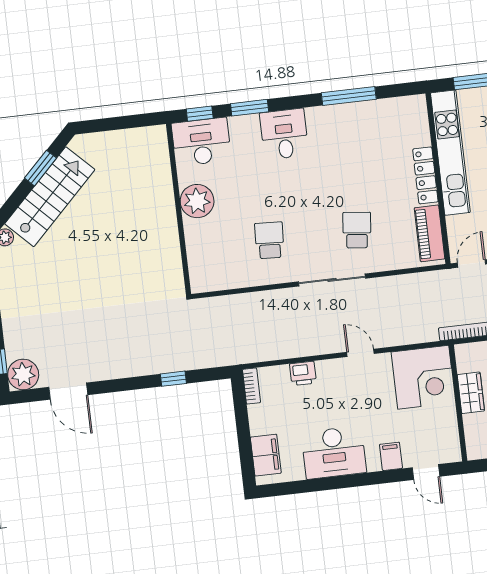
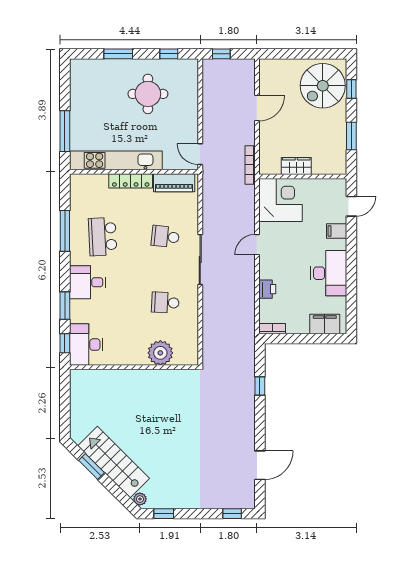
school desk: (347, 147) -> (103, 237), added
plant: (197, 201) -> (160, 353), moved
plant: (23, 374) -> (244, 497), removed

